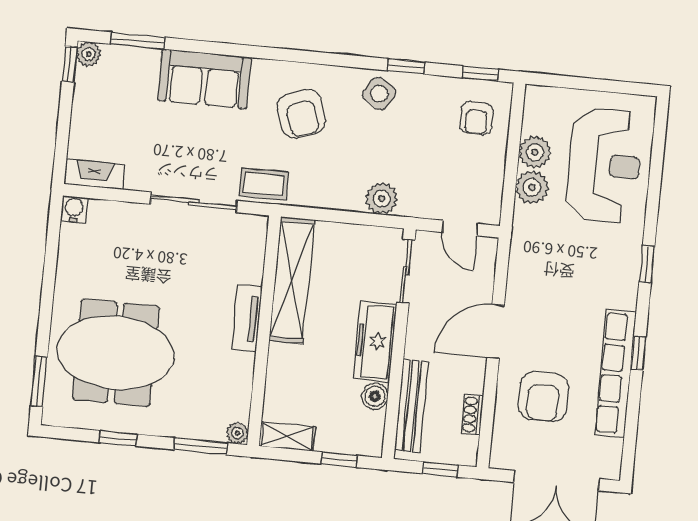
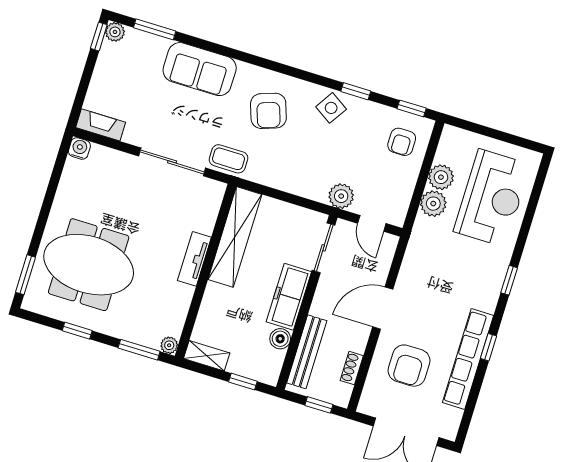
plant: (382, 198) -> (341, 196), moved

